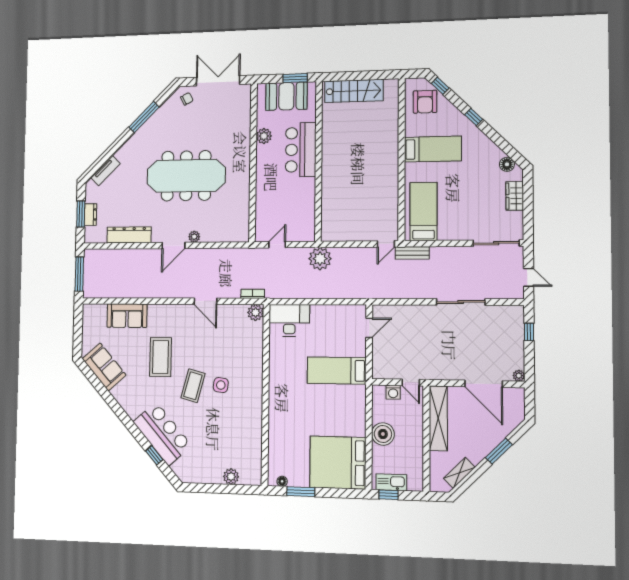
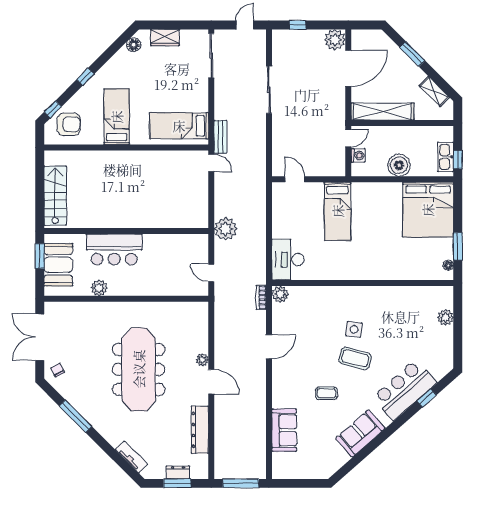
coffee table: (161, 357) -> (326, 393), width x0.54, depth x0.58
sofa: (104, 367) -> (360, 433), moved
plant: (519, 376) -> (335, 40), width x1.87, depth x1.87

